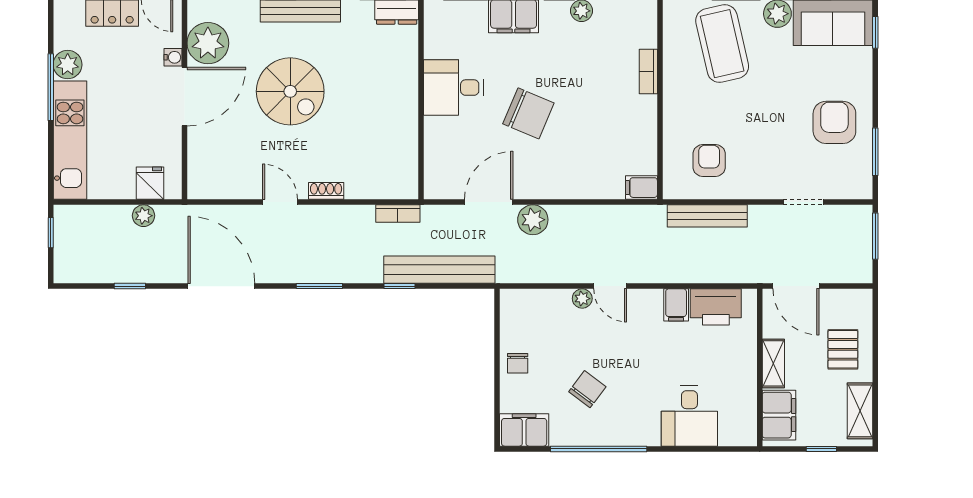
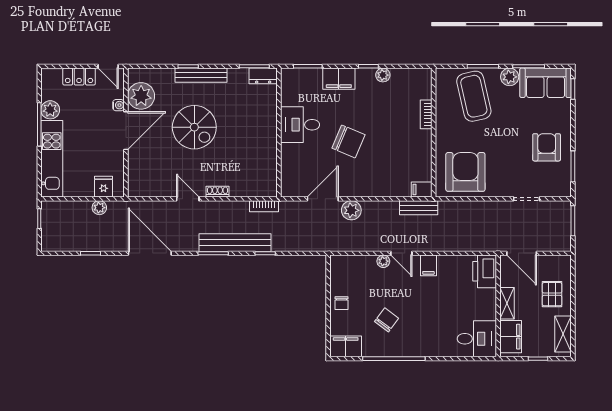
armchair: (709, 161) -> (465, 172), width x1.88, depth x1.88
bench: (707, 216) -> (419, 208), moved, width x0.73
bench: (439, 270) -> (235, 243), moved
filing cabinet: (676, 305) -> (428, 265), moved
printer: (716, 307) -> (485, 271), moved, turned 90
desk: (689, 416) -> (477, 339), moved, turned -90

